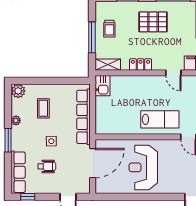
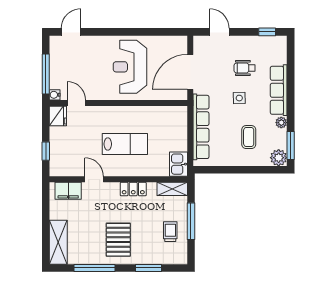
pallet: (153, 22) -> (118, 240), turned 90
lab bench: (160, 119) -> (125, 144), moved, turned 180
window: (8, 140) -> (291, 146), moved
reception desk: (143, 167) -> (130, 67), turned 180
row of seats: (18, 172) -> (279, 90), moved

